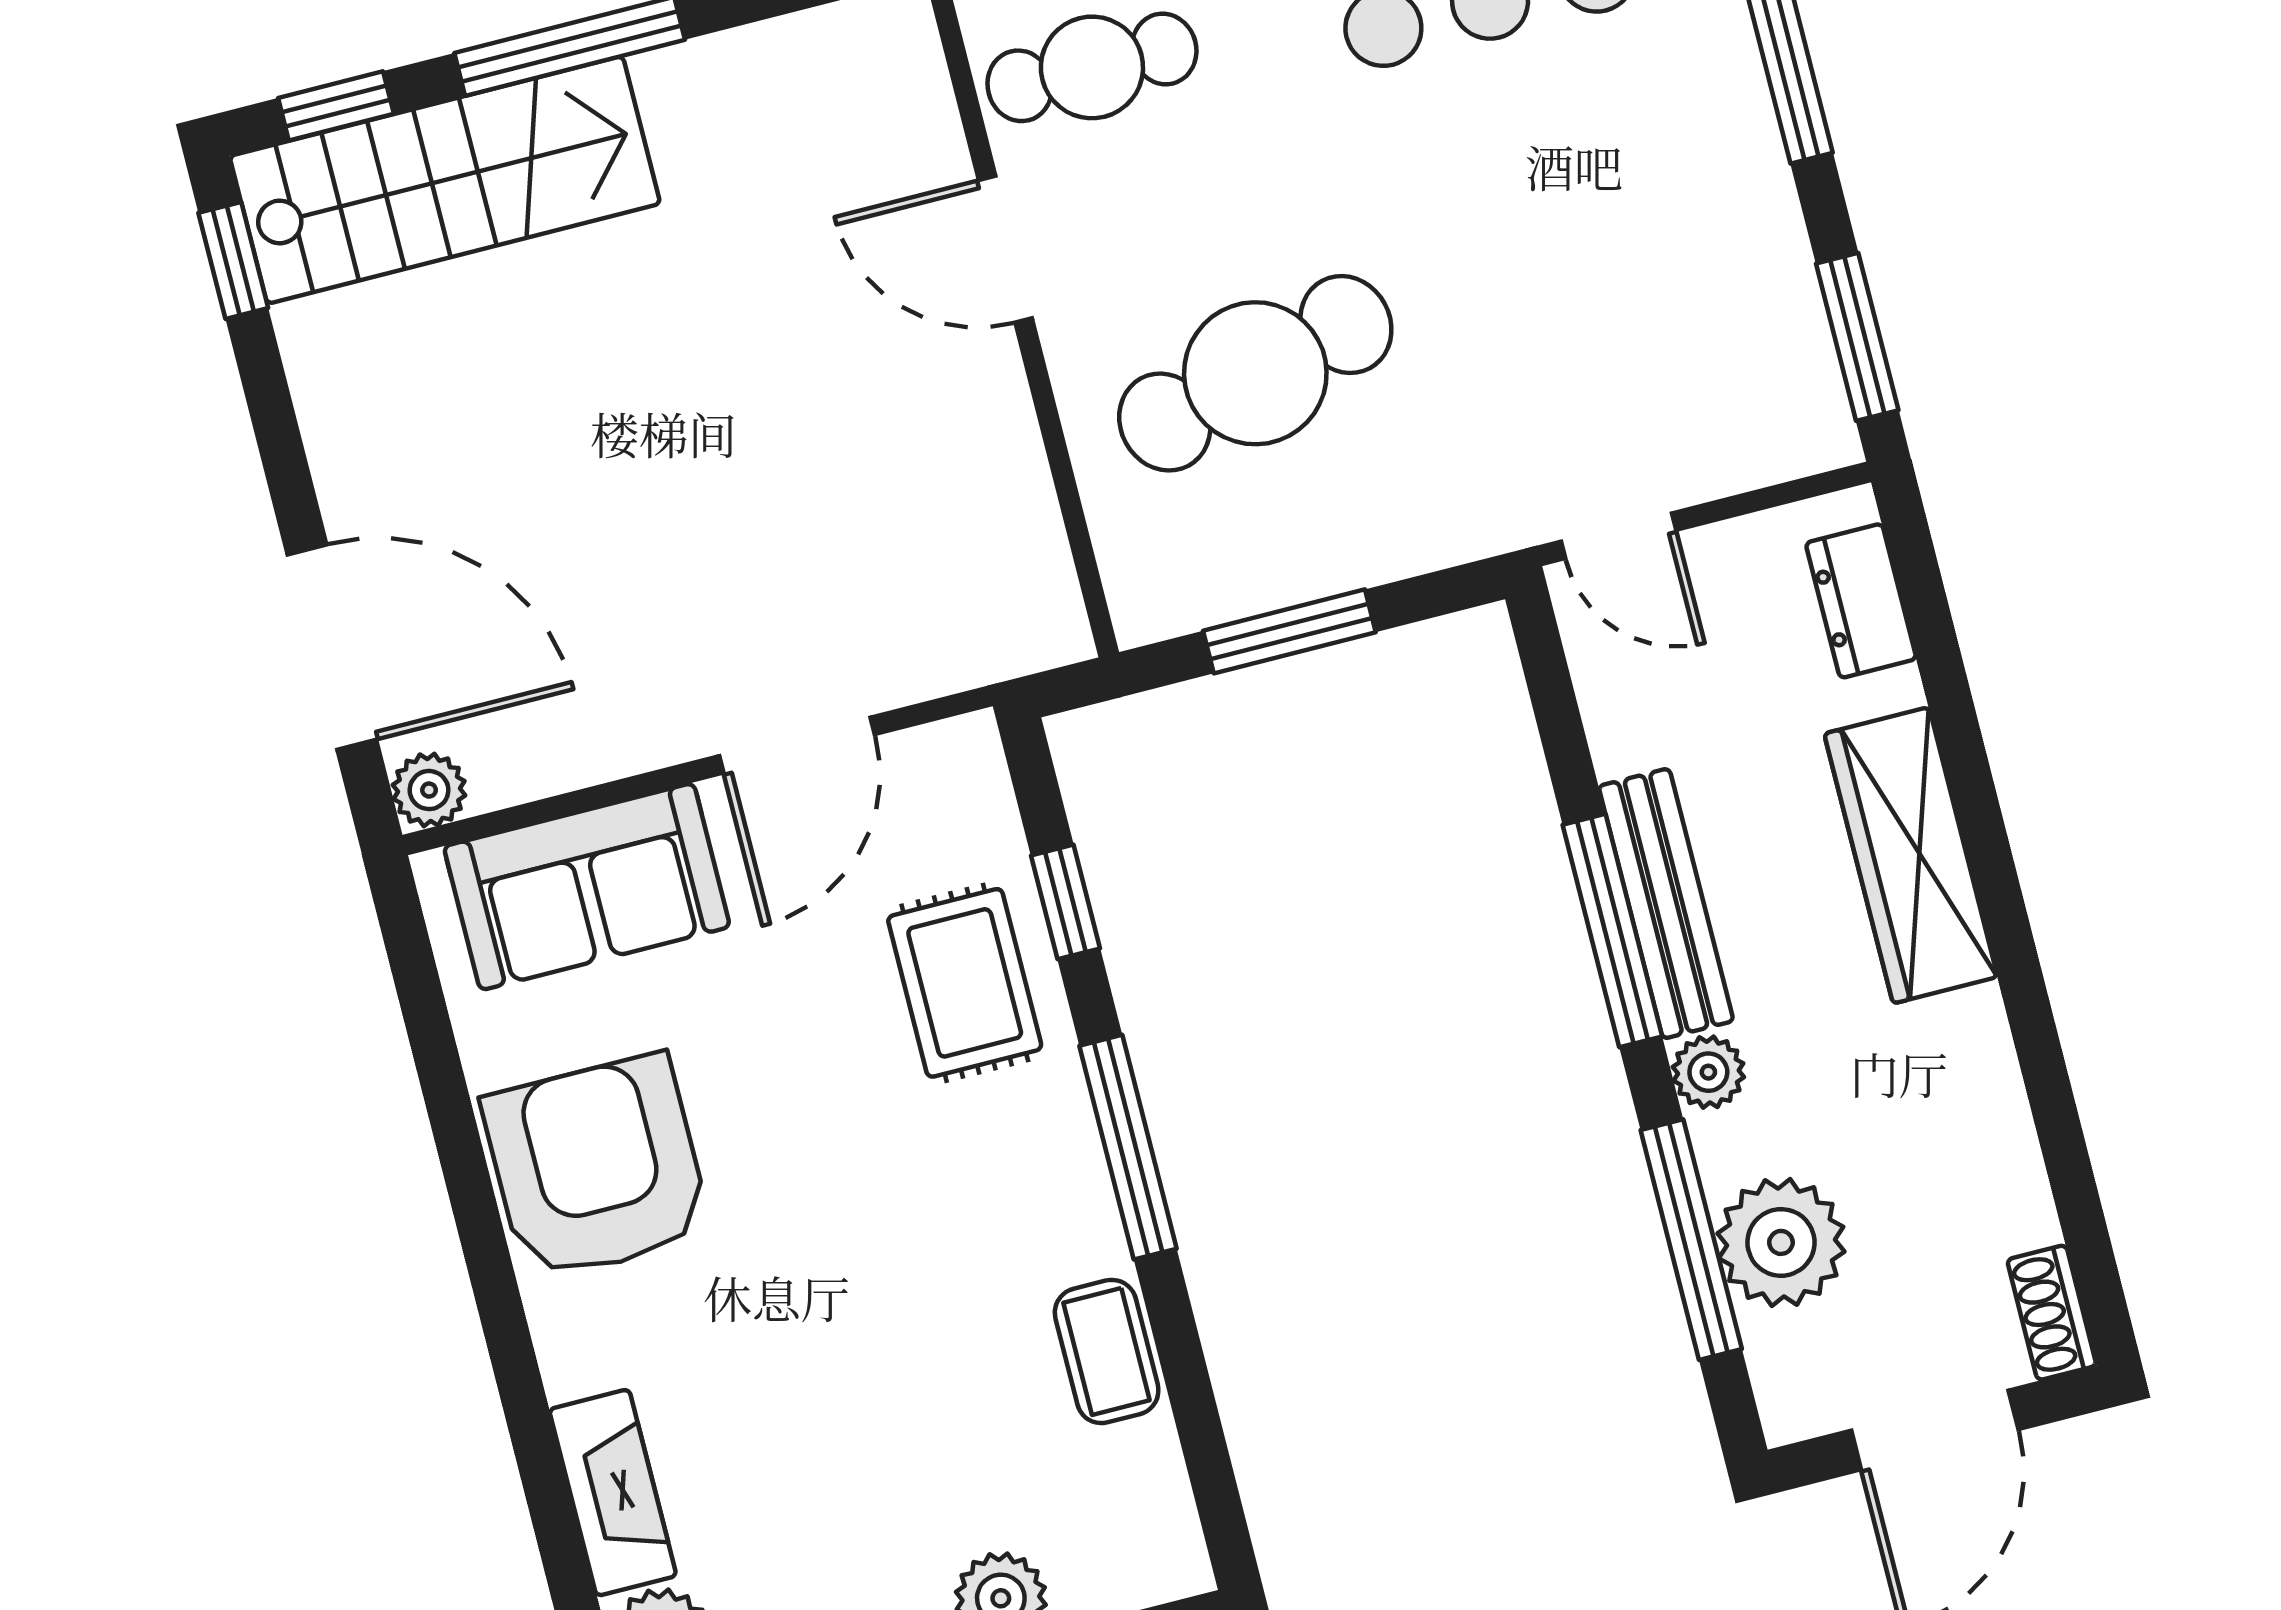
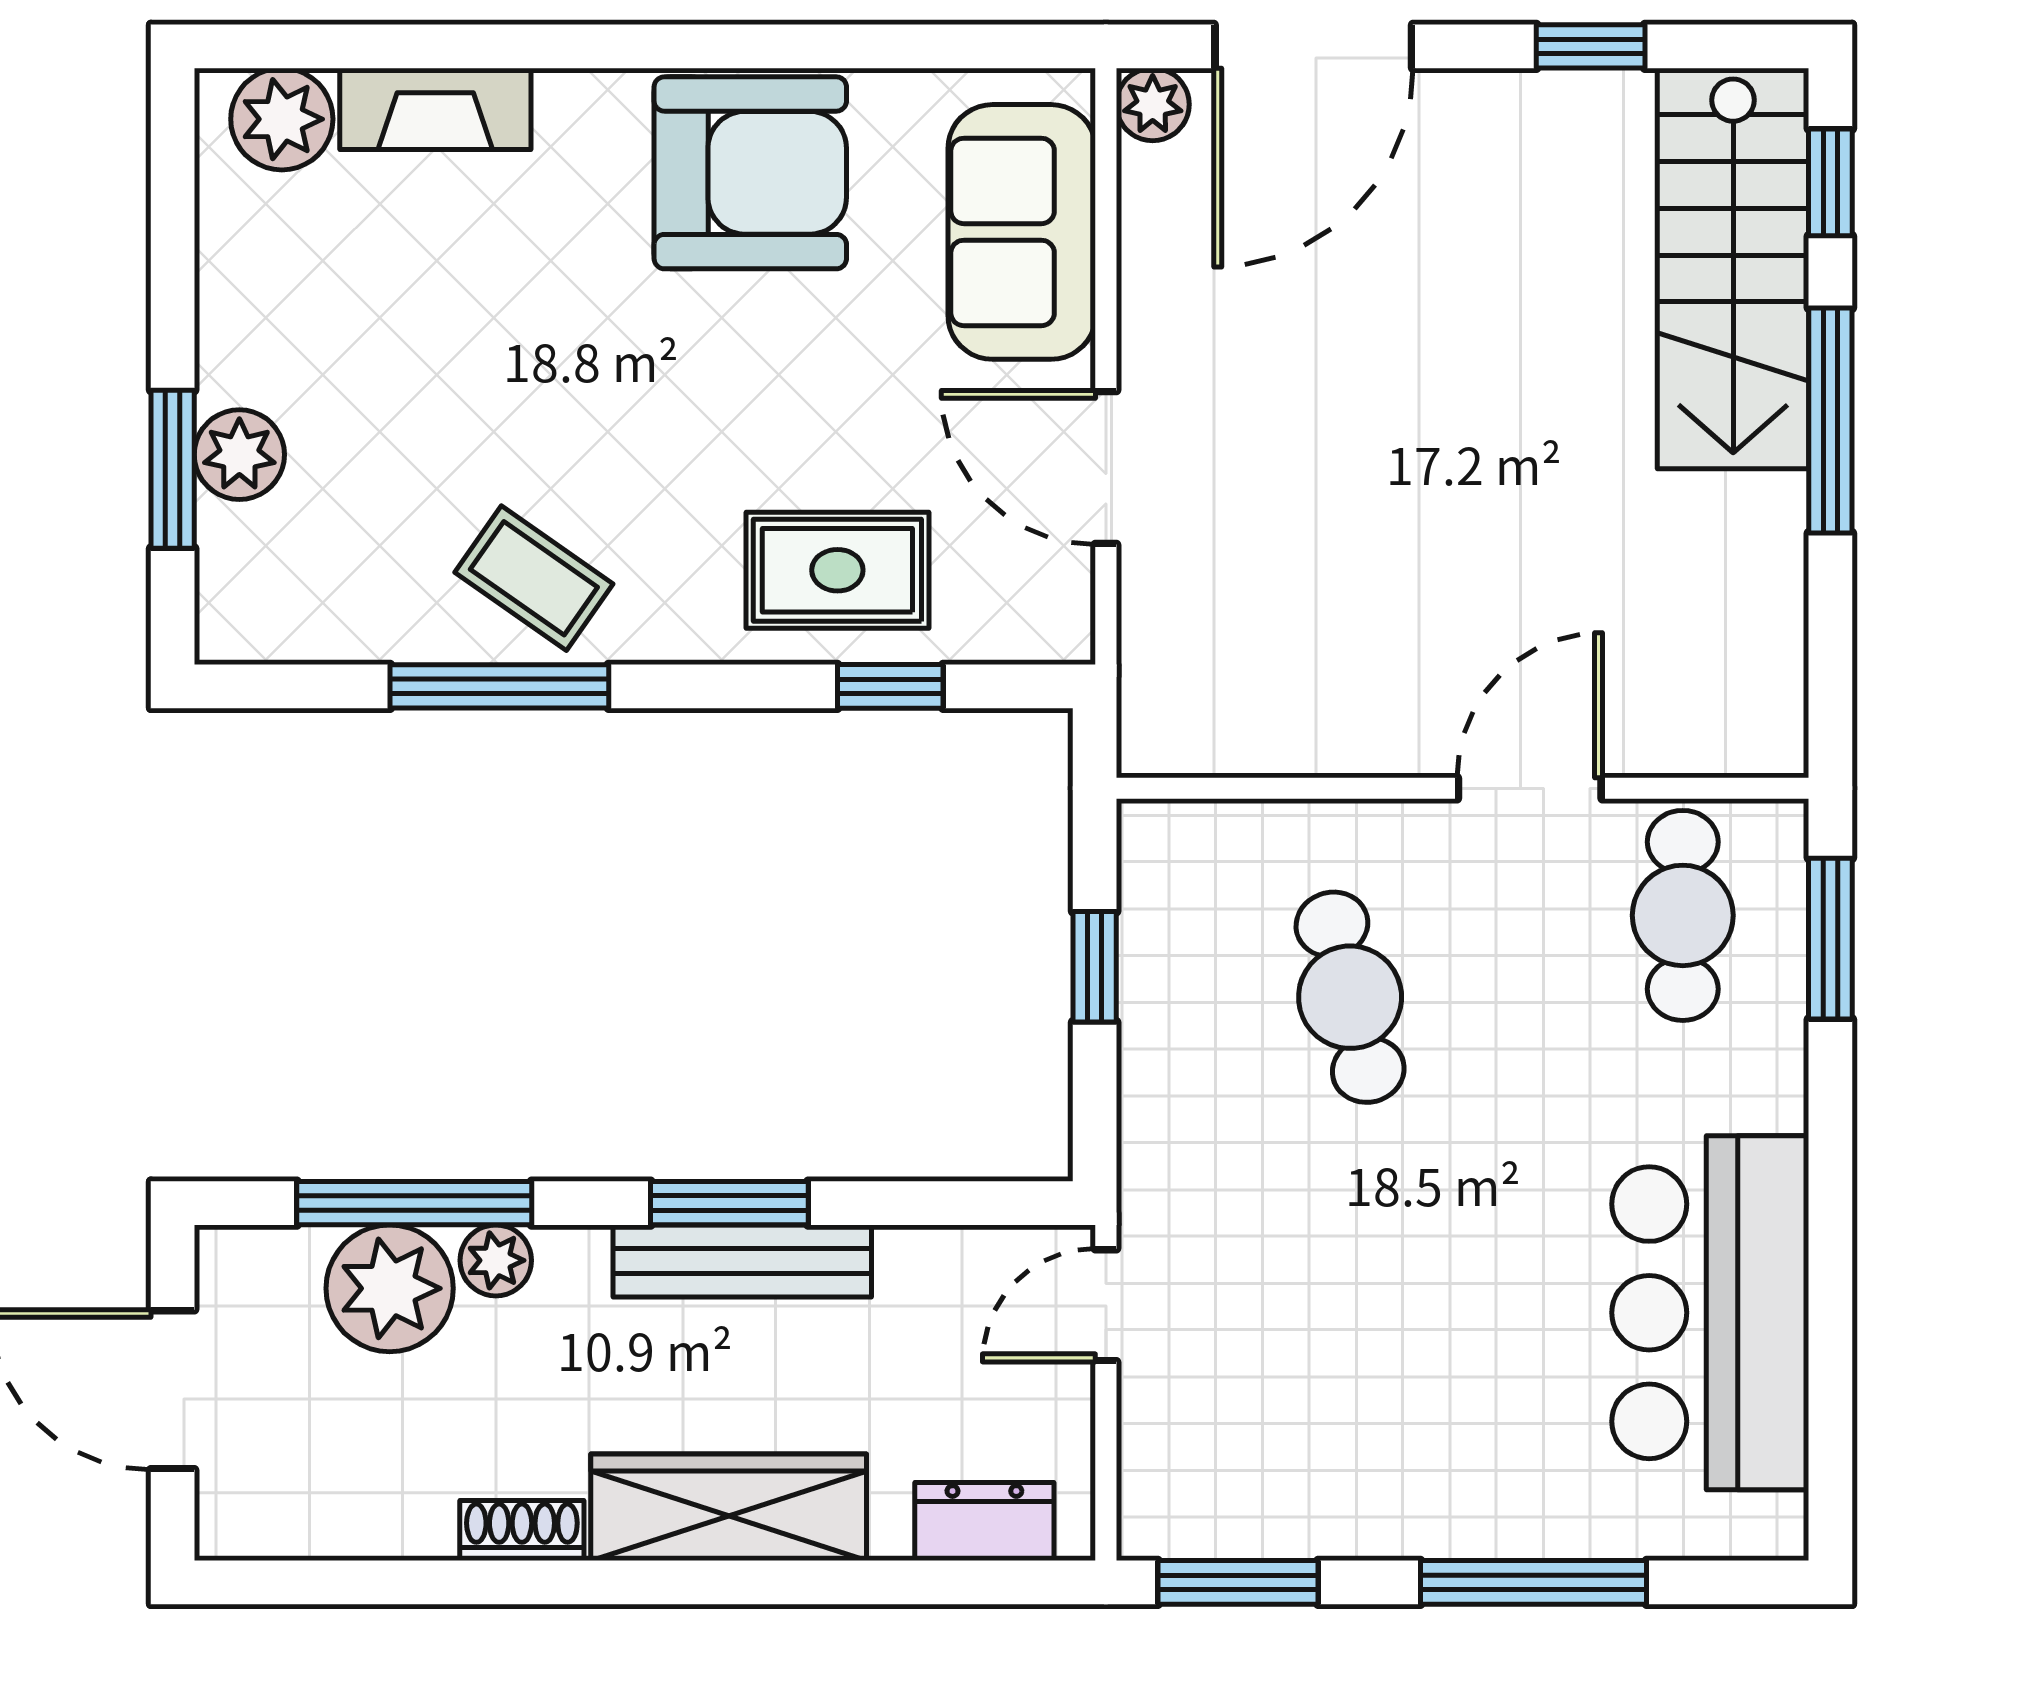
window: (233, 260) -> (1591, 46), moved
cafe table: (1255, 373) -> (1350, 997), width x0.73, depth x0.74
window: (1289, 631) -> (1095, 967), width x0.67
window: (1612, 931) -> (729, 1203), width x0.69
plant: (1708, 1072) -> (496, 1260), moved
window: (1128, 1147) -> (499, 686), moved
shoe rack: (2052, 1313) -> (522, 1530), moved
coffee table: (1107, 1351) -> (534, 578), moved, turned 35

